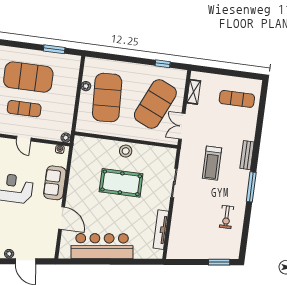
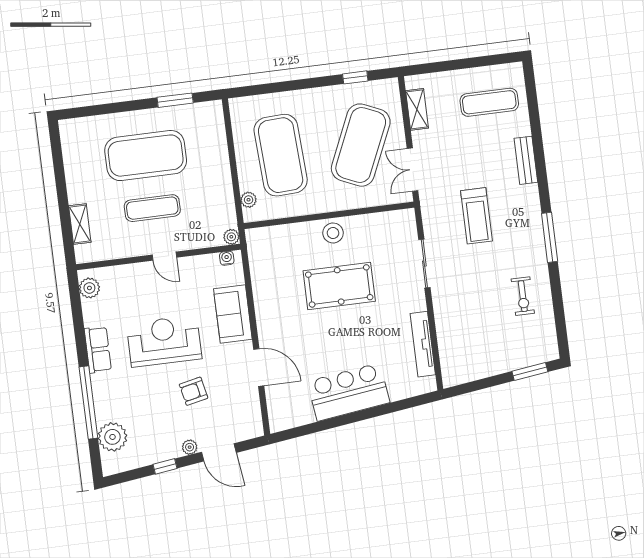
plant: (86, 86) -> (249, 200), moved
bench: (247, 155) -> (526, 160), moved
armchair: (20, 222) -> (194, 391), added
bar counter: (102, 246) -> (349, 392), width x0.73

